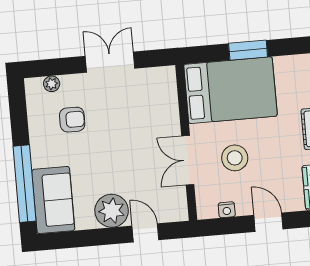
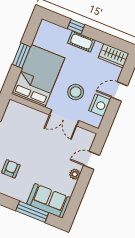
window: (25, 184) -> (32, 212), width x0.68
nightstand: (227, 210) -> (100, 105), width x1.89, depth x1.79
plant: (112, 211) -> (75, 174), width x0.53, depth x0.53

